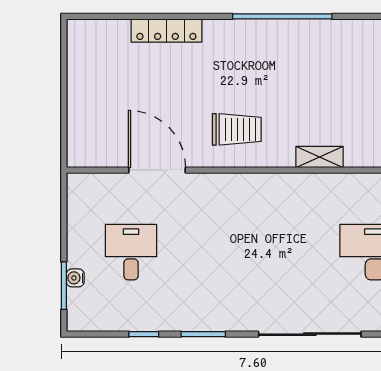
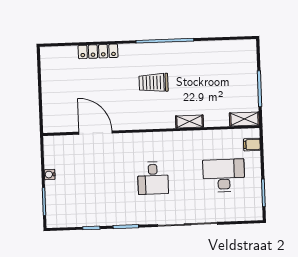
trolley: (237, 129) -> (154, 83), moved, turned 180
desk: (131, 252) -> (153, 178), moved, turned 180
water cooler: (75, 278) -> (50, 174), moved

